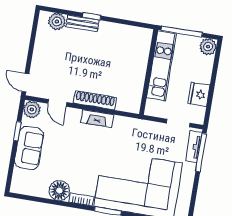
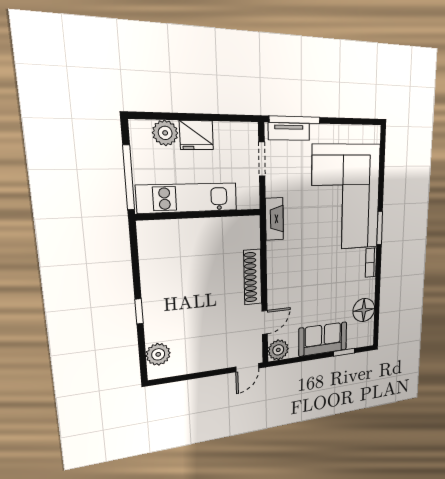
bench: (82, 23) -> (152, 321), removed
plant: (208, 47) -> (165, 133), moved
fridge: (199, 94) -> (196, 135), moved
fireplace: (97, 119) -> (274, 219), moved
window: (17, 131) -> (344, 352), moved
floor lamp: (59, 190) -> (364, 310), moved

